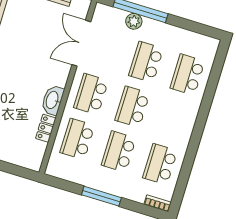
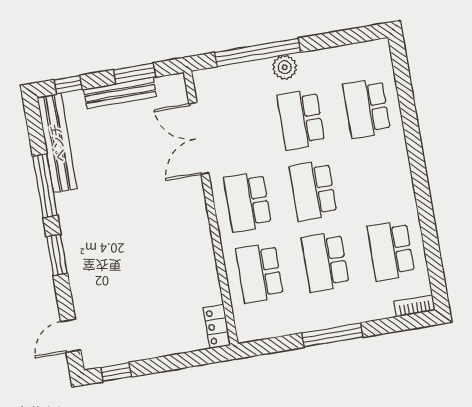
plant: (134, 21) -> (285, 67), moved
washbasin: (53, 100) -> (199, 237), removed
locker: (46, 128) -> (217, 326), moved

